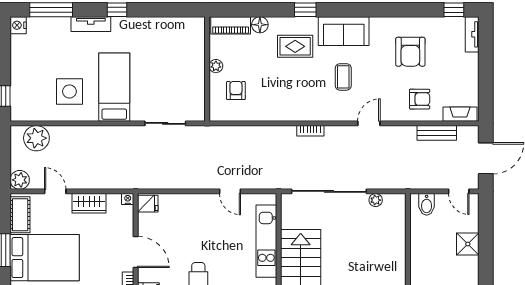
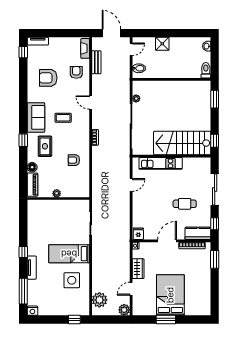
armchair: (410, 52) -> (48, 78), turned 180
armchair: (236, 91) -> (74, 160), moved
cot: (20, 215) -> (145, 310), removed

